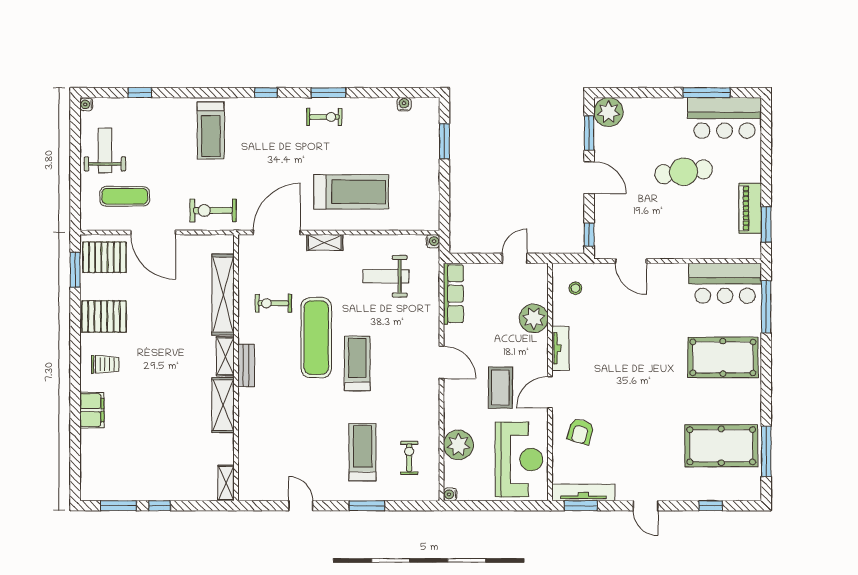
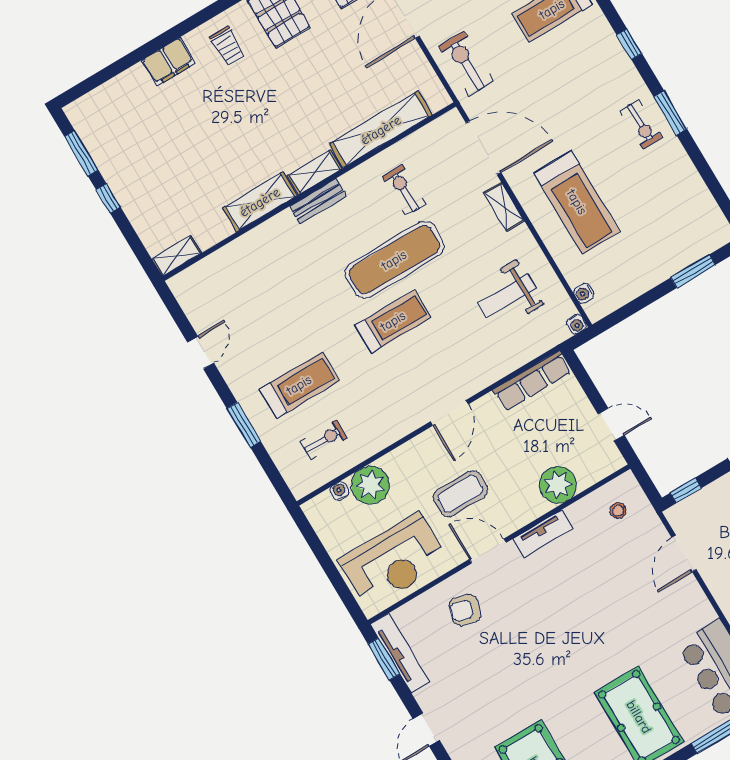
water cooler: (404, 104) -> (584, 293), moved, turned 180
weight bench: (386, 276) -> (507, 296), turned -90
water cooler: (450, 494) -> (340, 491), moved

